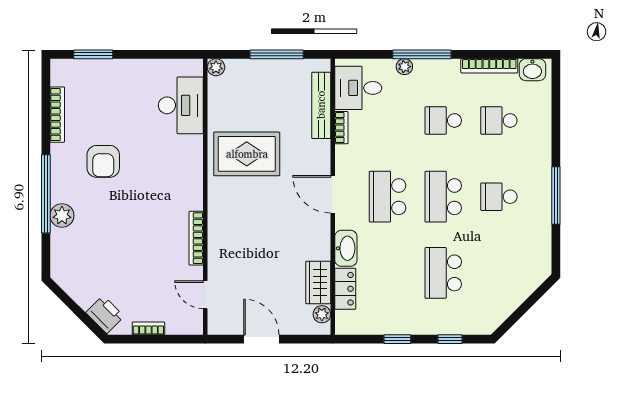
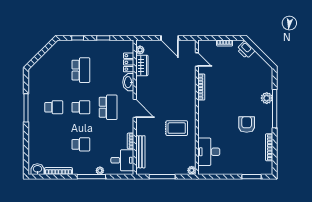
school desk: (499, 120) -> (54, 144), removed
rug: (247, 154) -> (177, 128), width x0.73, depth x0.70
school desk: (443, 197) -> (81, 107), width x0.54

